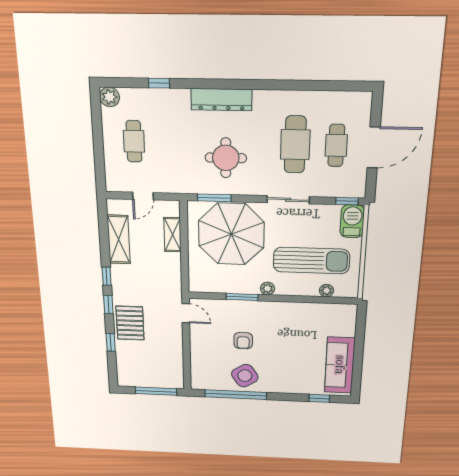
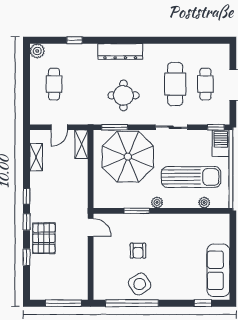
shelving: (173, 235) -> (81, 144), moved
shelving: (119, 239) -> (36, 157), width x0.67, depth x0.75

